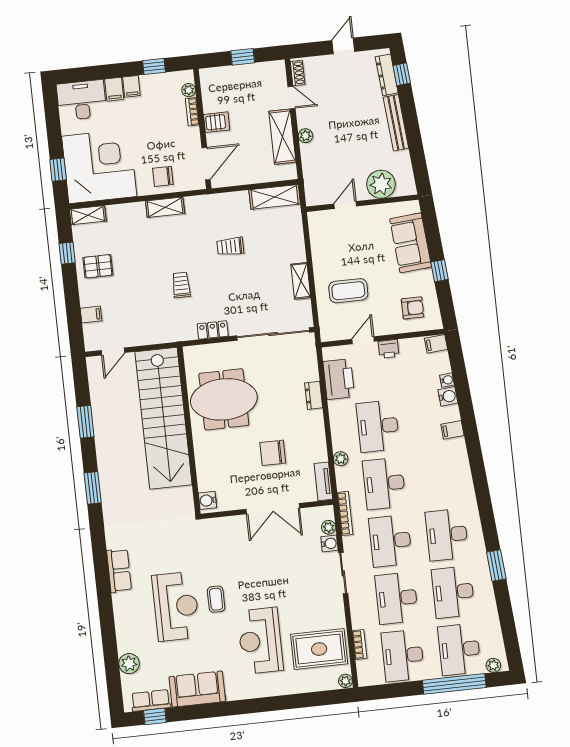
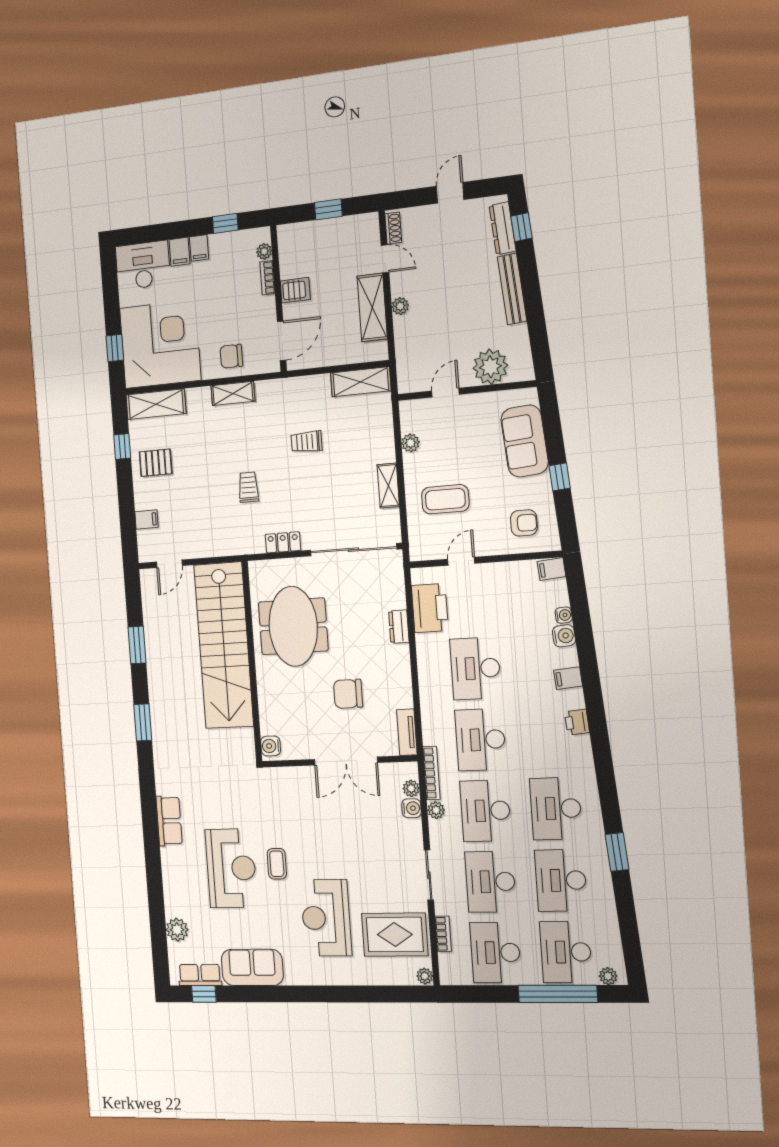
shelving: (88, 215) -> (156, 404), width x1.50, depth x1.33
plant: (318, 246) -> (410, 443), added
printer: (389, 349) -> (577, 722), moved, turned 85
meeting table: (224, 399) -> (293, 626), turned 90
plant: (341, 459) -> (436, 810), moved
sliding door: (343, 573) -> (429, 875), moved

